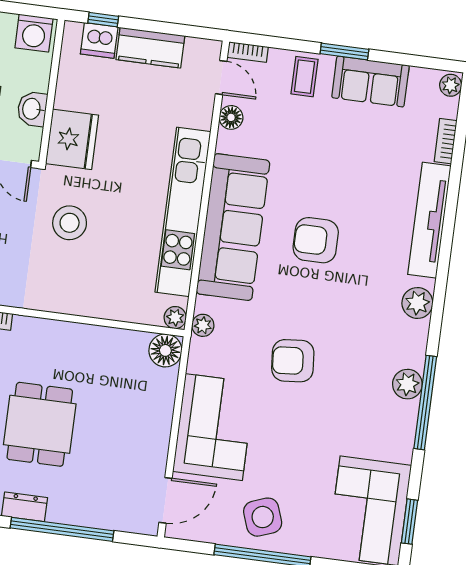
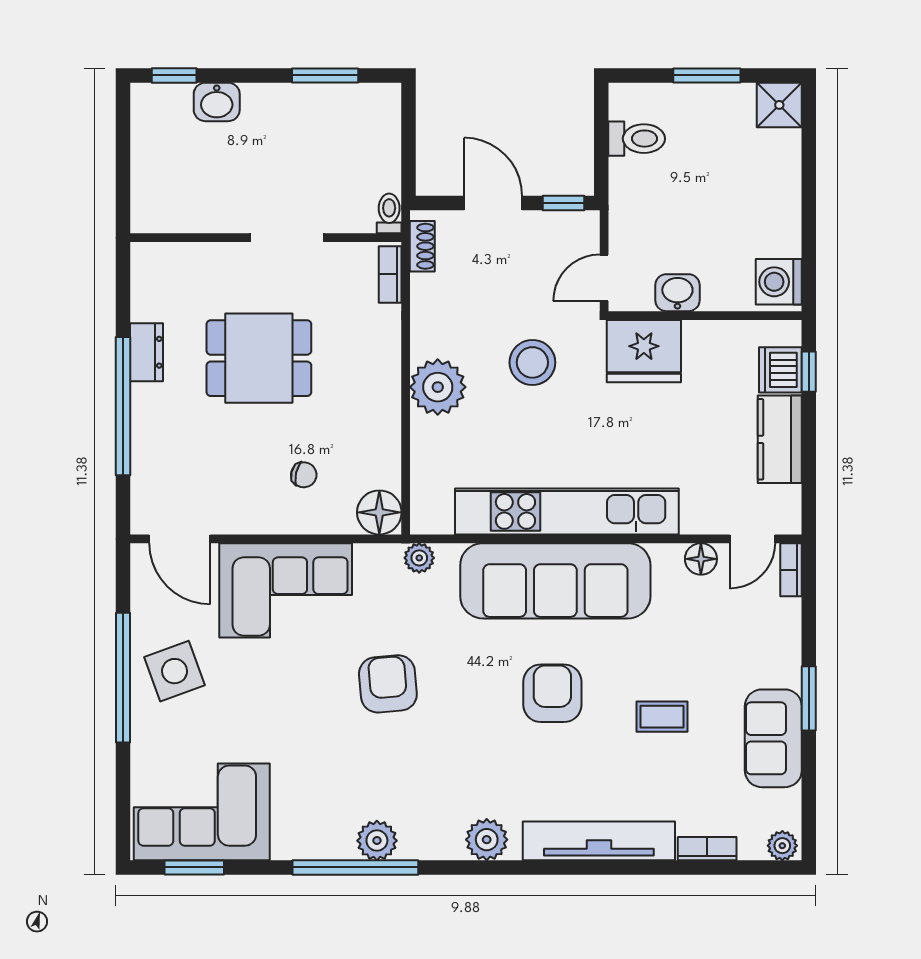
coffee table: (304, 77) -> (662, 717), moved
plant: (175, 318) -> (438, 387), moved, width x1.88, depth x1.88
chair: (130, 403) -> (304, 475), added

